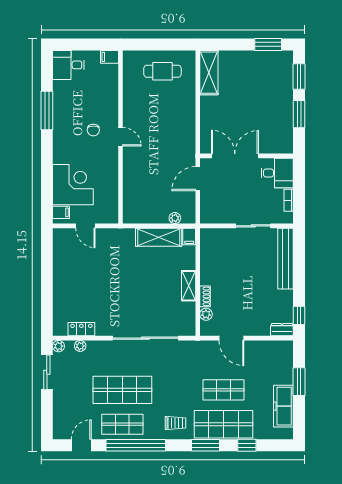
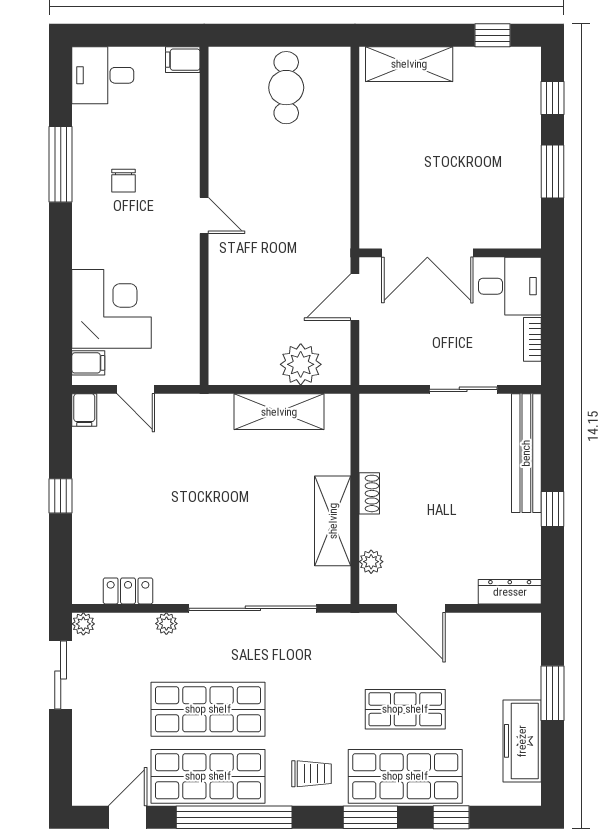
window: (268, 44) -> (492, 35), width x0.67
cafe table: (162, 71) -> (286, 88), turned 90
shelving: (209, 73) -> (409, 64), moved, turned 90
window: (299, 77) -> (553, 98), width x0.67
chair: (93, 130) -> (124, 181), moved
double door: (235, 156) -> (427, 253), swing flipped
plant: (175, 218) -> (301, 364), width x1.87, depth x1.87
filing cabinet: (189, 236) -> (84, 410), moved
window: (47, 280) -> (61, 496), added
shelving: (189, 286) -> (333, 521), width x1.50, depth x1.33
shoe rack: (205, 296) -> (369, 493), moved
window: (299, 315) -> (553, 509), moved
dresser: (282, 330) -> (510, 592), width x1.44
plant: (80, 346) -> (166, 624), moved
shop shelf: (122, 424) -> (208, 776), width x1.43, depth x1.36

